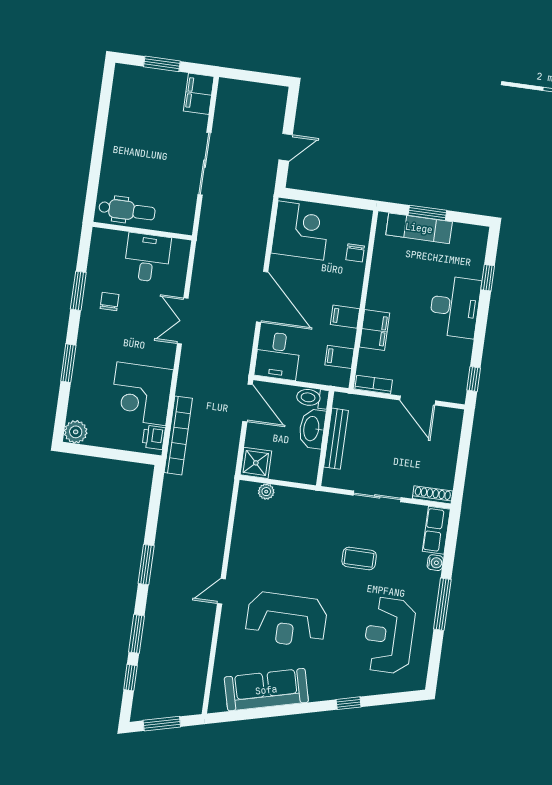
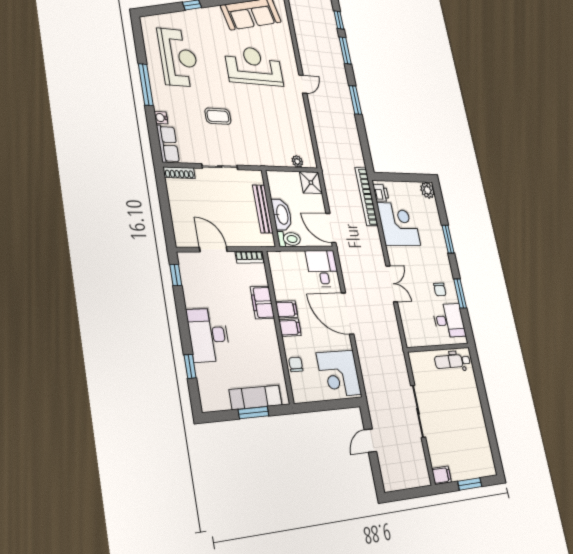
filing cabinet: (199, 94) -> (441, 475), width x0.50
desk: (147, 258) -> (449, 320), moved, turned -90
filing cabinet: (339, 357) -> (290, 328), moved

